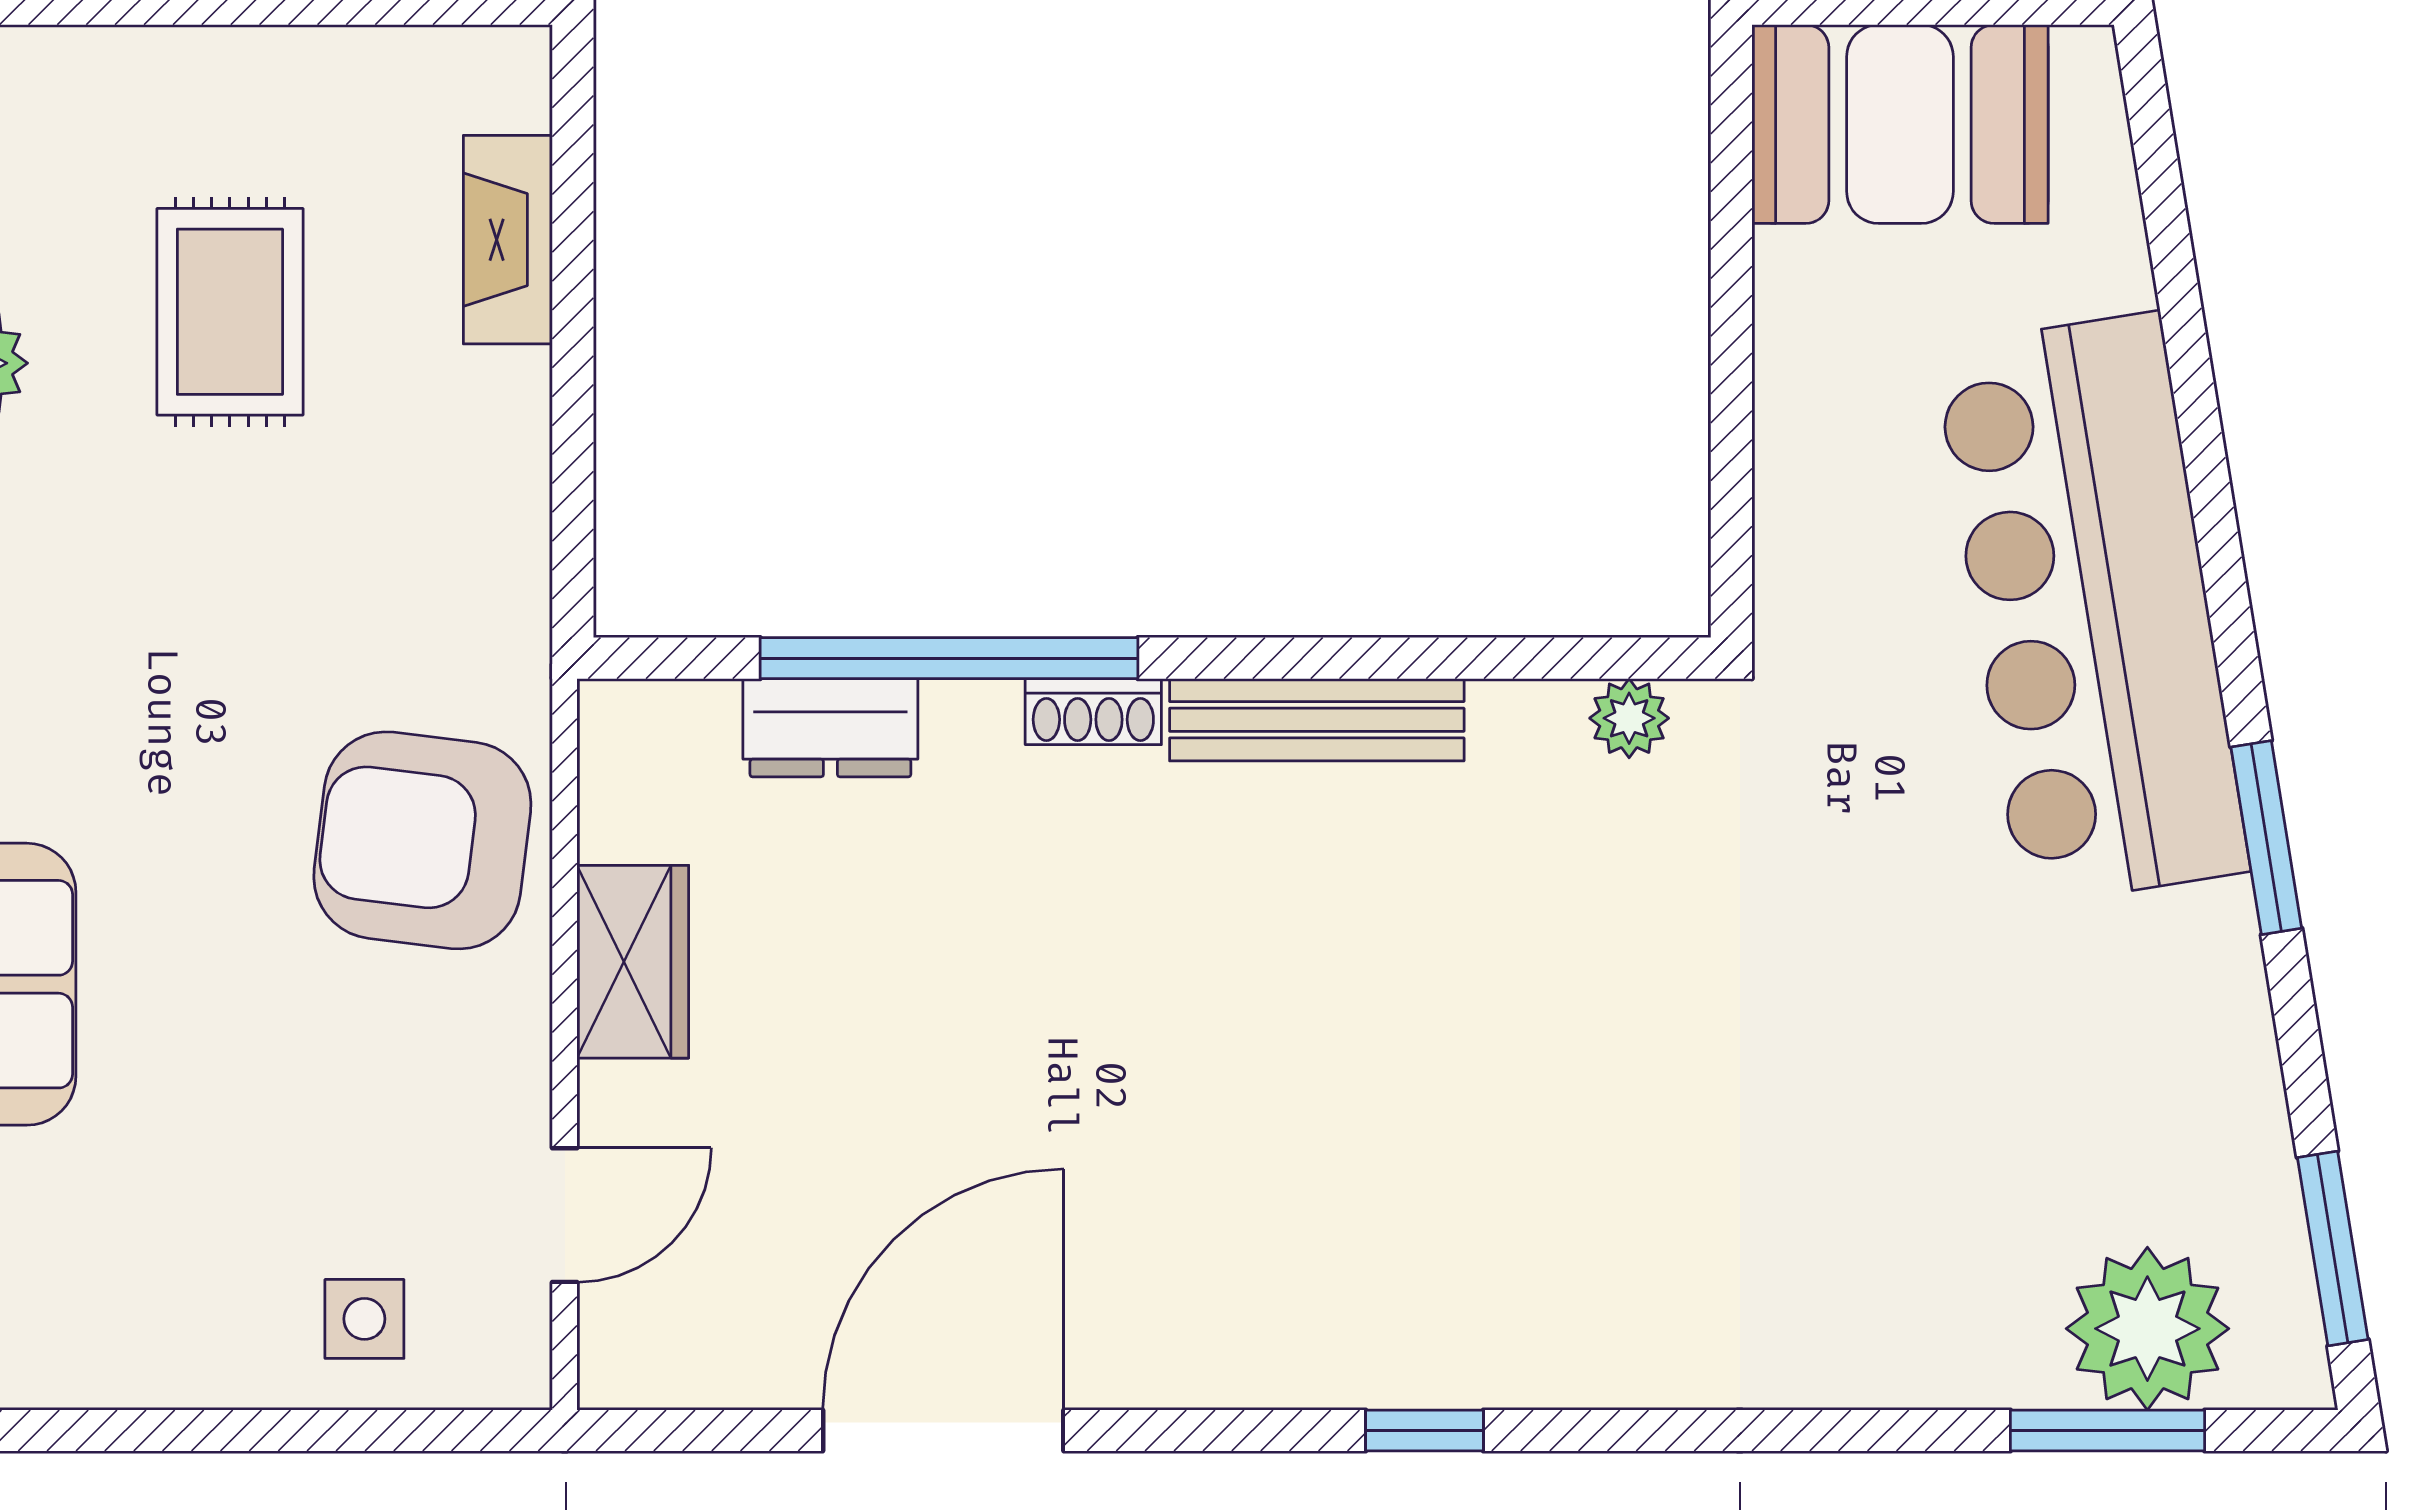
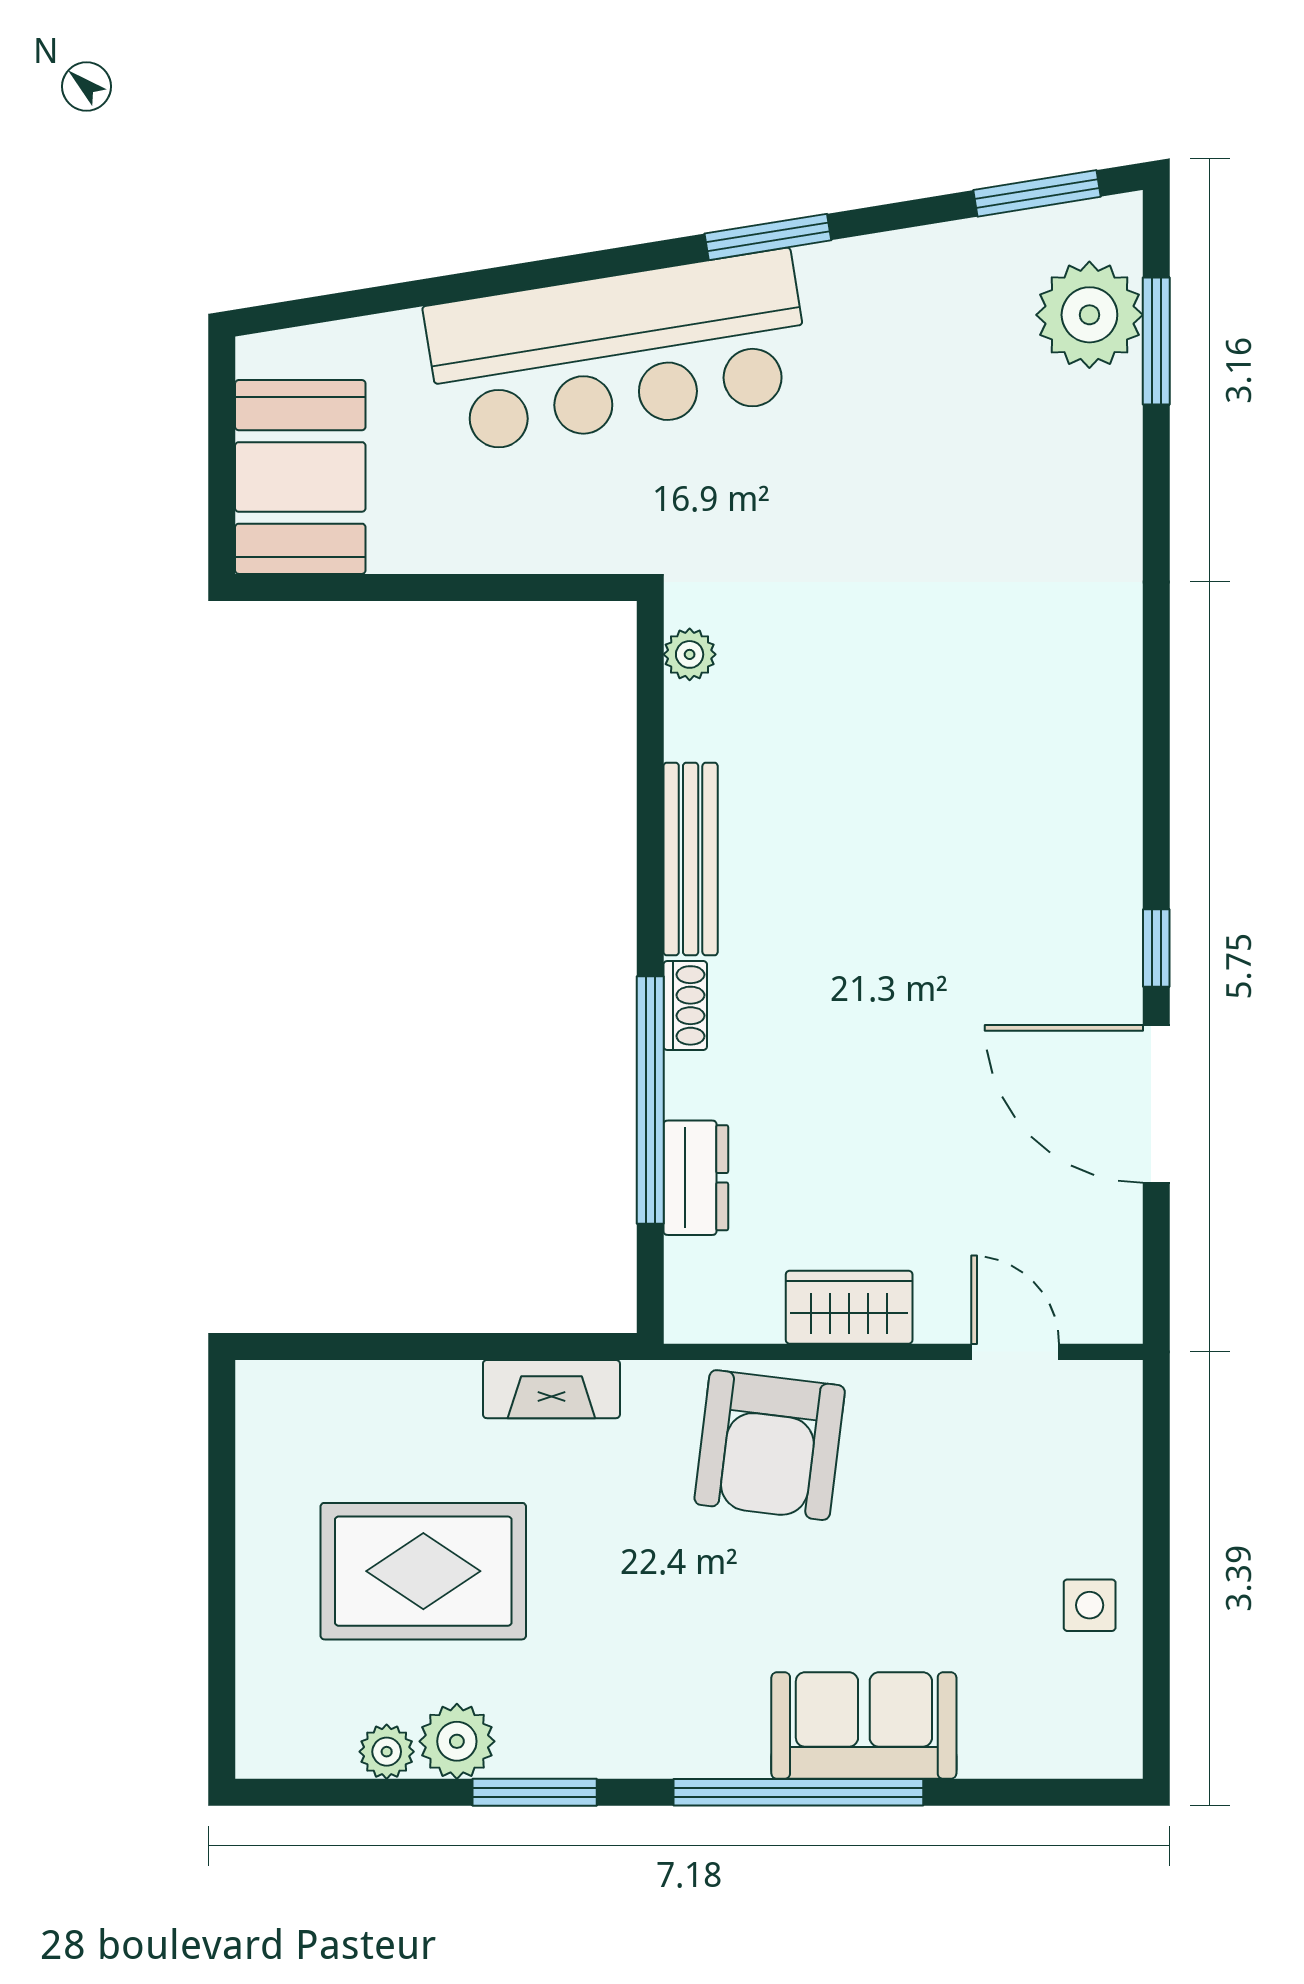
fireplace: (508, 240) -> (551, 1389), moved
rug: (230, 312) -> (423, 1571), width x1.36, depth x1.43
side table: (364, 1319) -> (1090, 1605), moved
window: (1425, 1430) -> (1156, 948), moved

